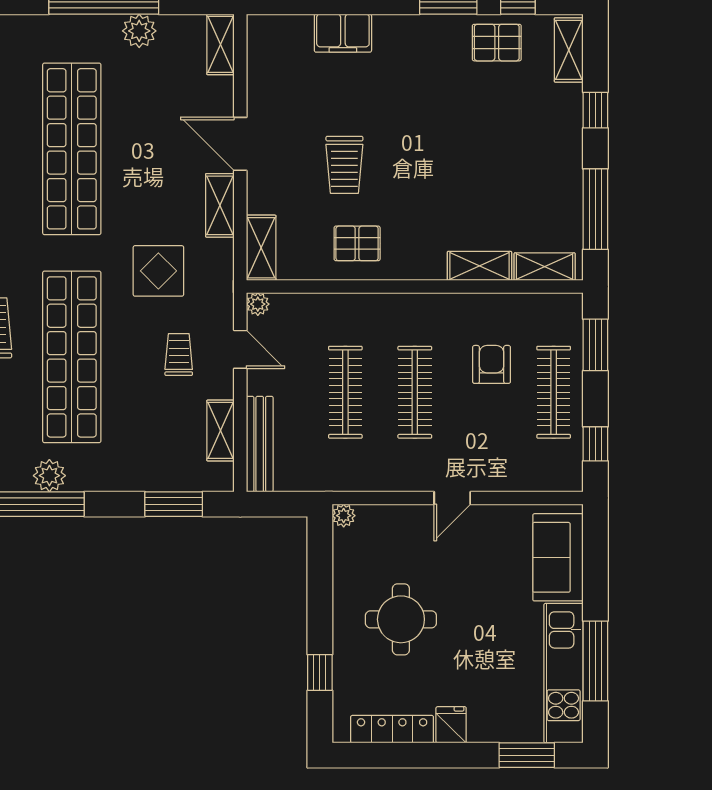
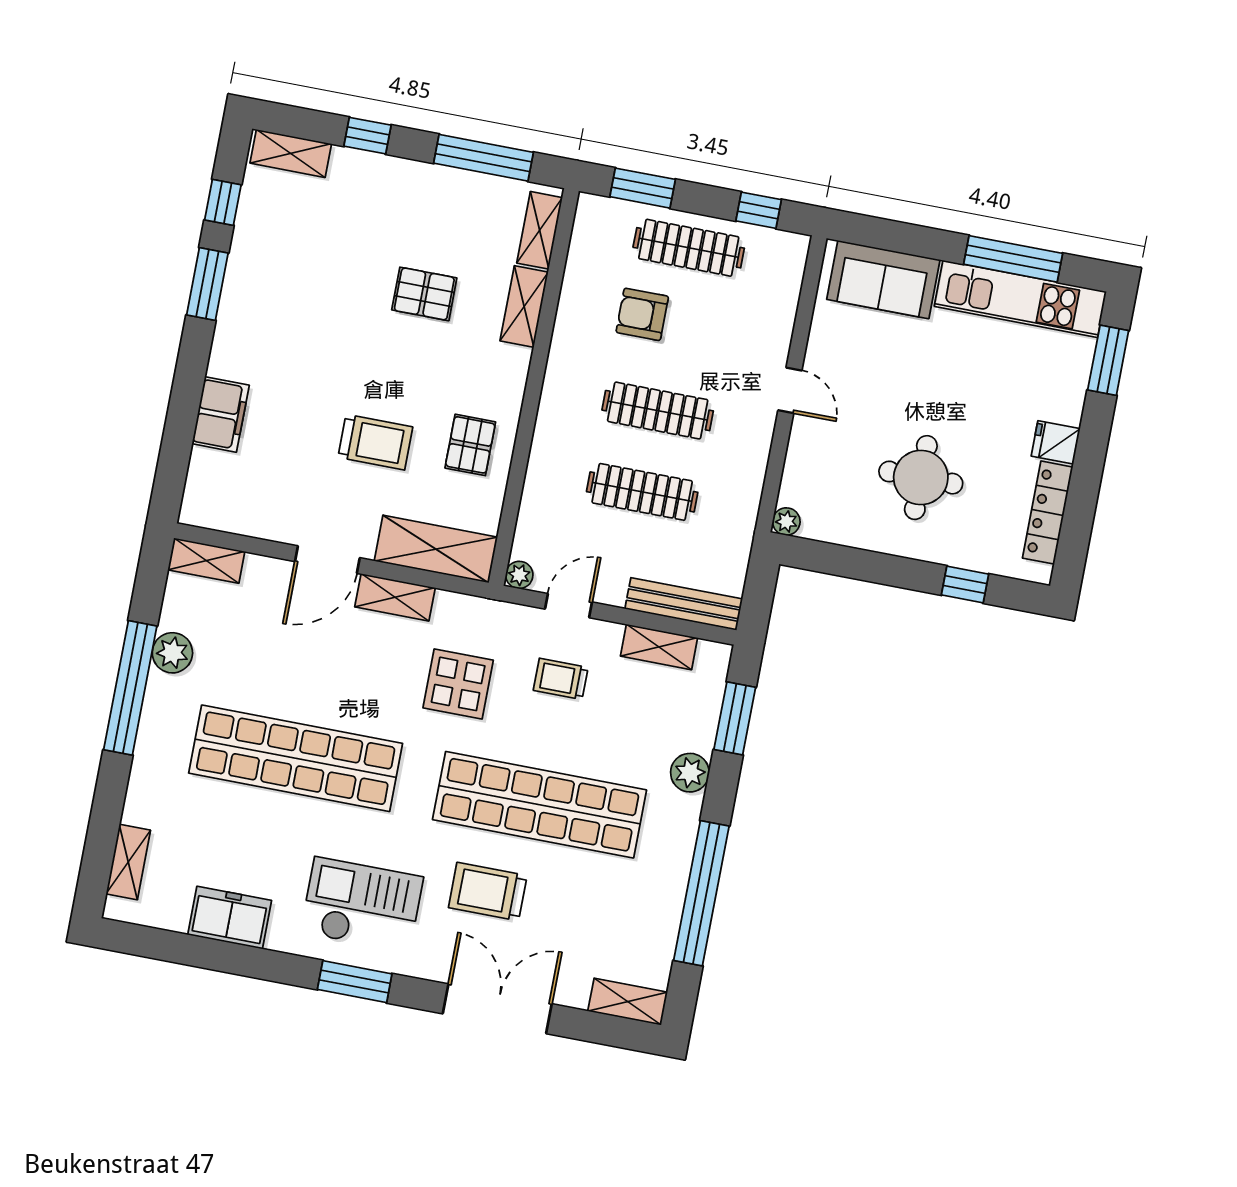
pallet: (497, 43) -> (424, 294), moved, turned 90
shelving: (261, 248) -> (436, 549), width x1.50, depth x1.33
plant: (49, 476) -> (690, 773), moved

